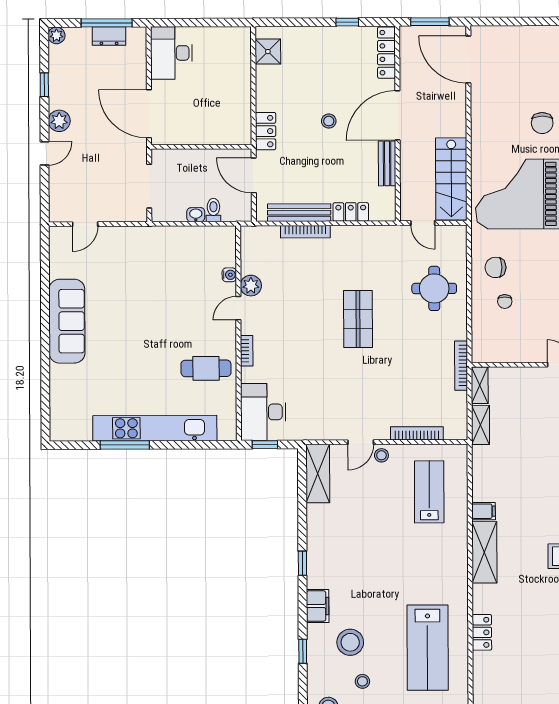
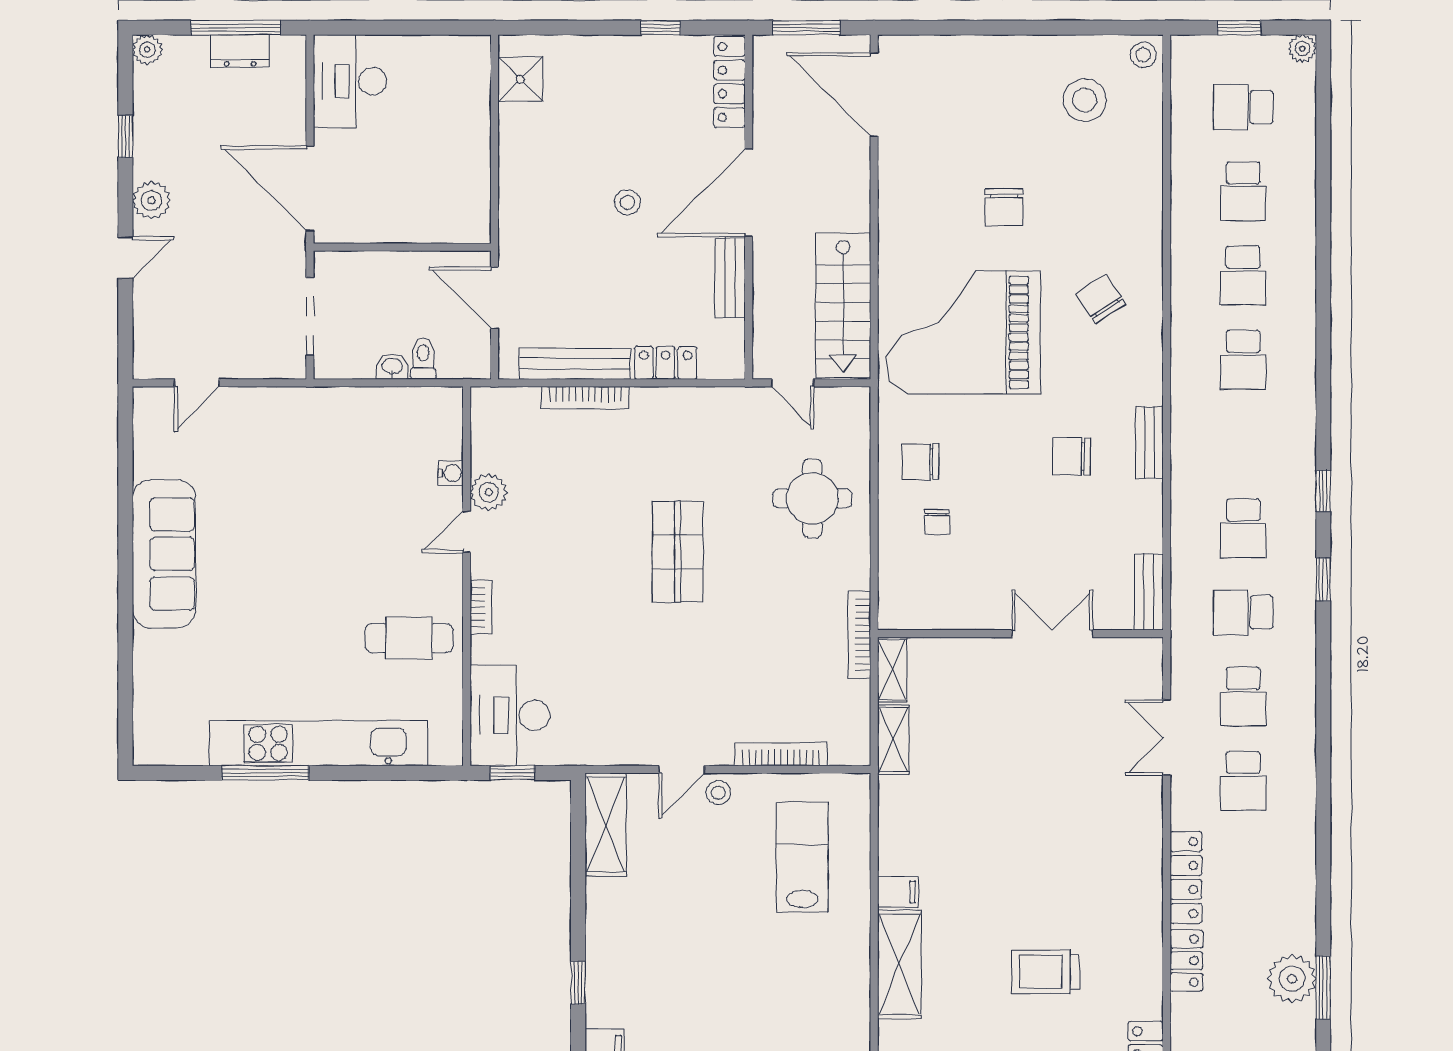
locker: (266, 131) -> (516, 220), removed

